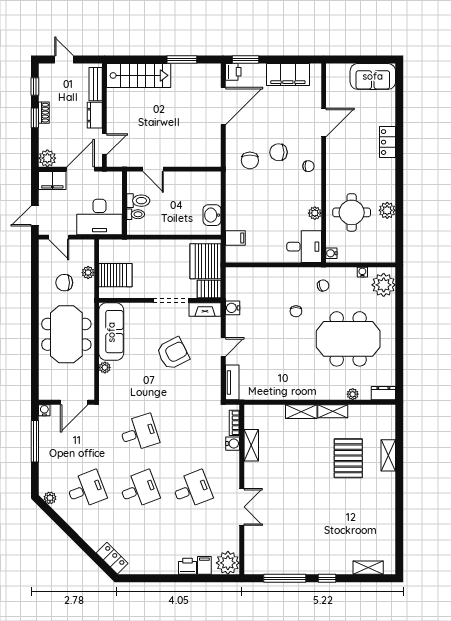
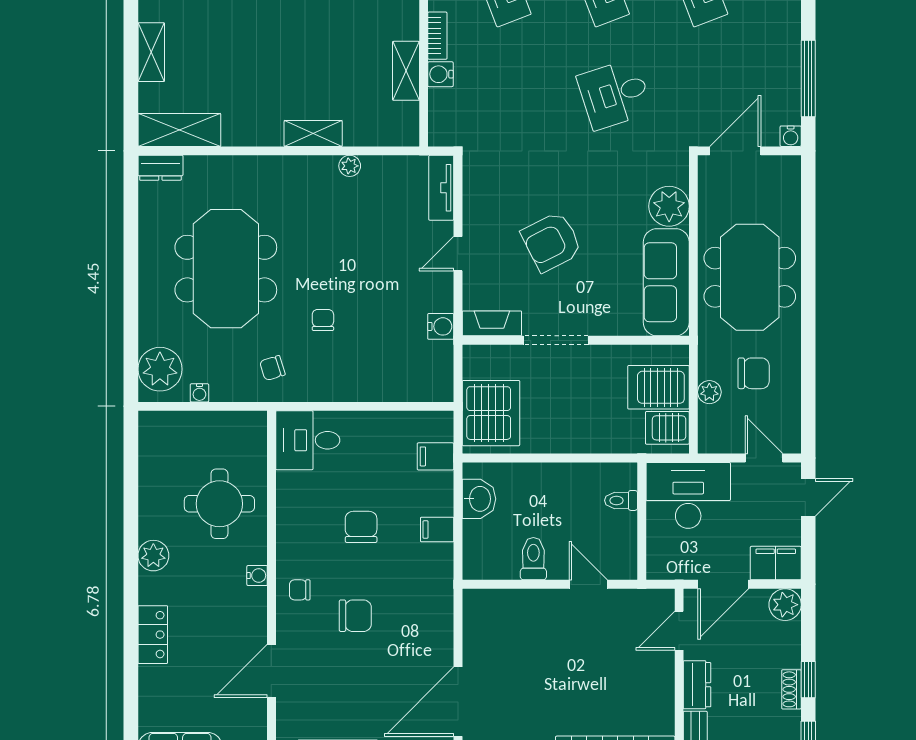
chair: (250, 160) -> (361, 527), moved
filing cabinet: (234, 199) -> (437, 530), added
toilet: (138, 201) -> (533, 559), moved, turned 90
plant: (387, 210) -> (153, 556), moved
plant: (315, 213) -> (288, 503), removed
water cooler: (331, 253) -> (257, 576), moved
server rack: (209, 289) -> (667, 428), moved, turned 180
meeting table: (348, 339) -> (226, 269), turned 90
plant: (105, 367) -> (669, 206), width x1.88, depth x1.88
plant: (353, 394) -> (350, 166), moved
shelving: (333, 411) -> (179, 130), moved, width x1.50, depth x1.33
bookcase: (234, 423) -> (437, 36), moved
pallet: (348, 458) -> (226, 47), removed

